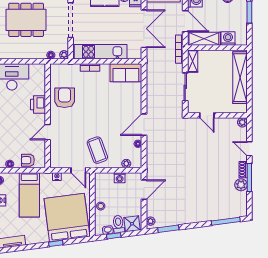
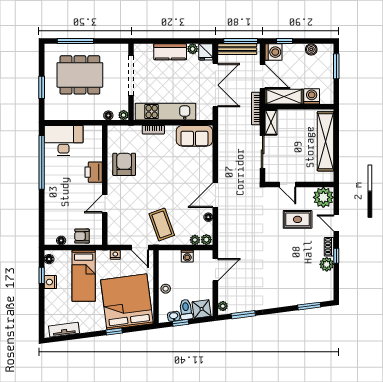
plant: (242, 122) -> (323, 197), width x1.88, depth x1.88
rug: (216, 146) -> (298, 219), added
plant: (136, 163) -> (206, 240), added
window: (249, 177) -> (336, 256), width x0.46
window: (226, 221) -> (309, 306), width x0.69

